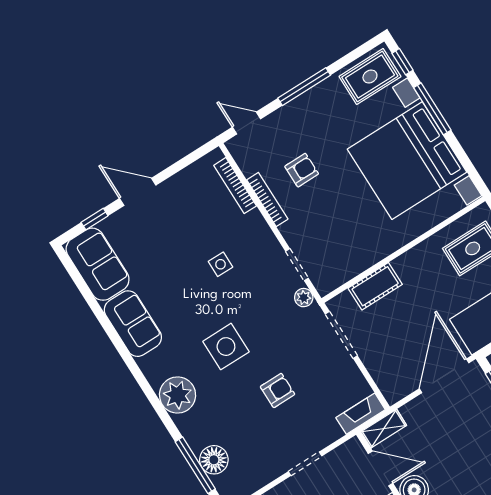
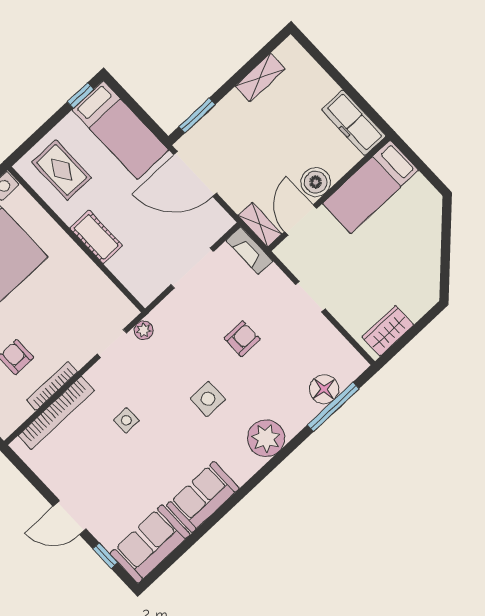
bookcase: (235, 186) -> (56, 413), width x1.48, depth x1.31
door: (138, 192) -> (70, 518), hinge flipped
cot: (375, 286) -> (96, 237), moved
doorway: (341, 335) -> (192, 268), moved
side table: (226, 347) -> (208, 399), width x0.73, depth x0.73
armchair: (277, 390) -> (242, 339), turned 90

